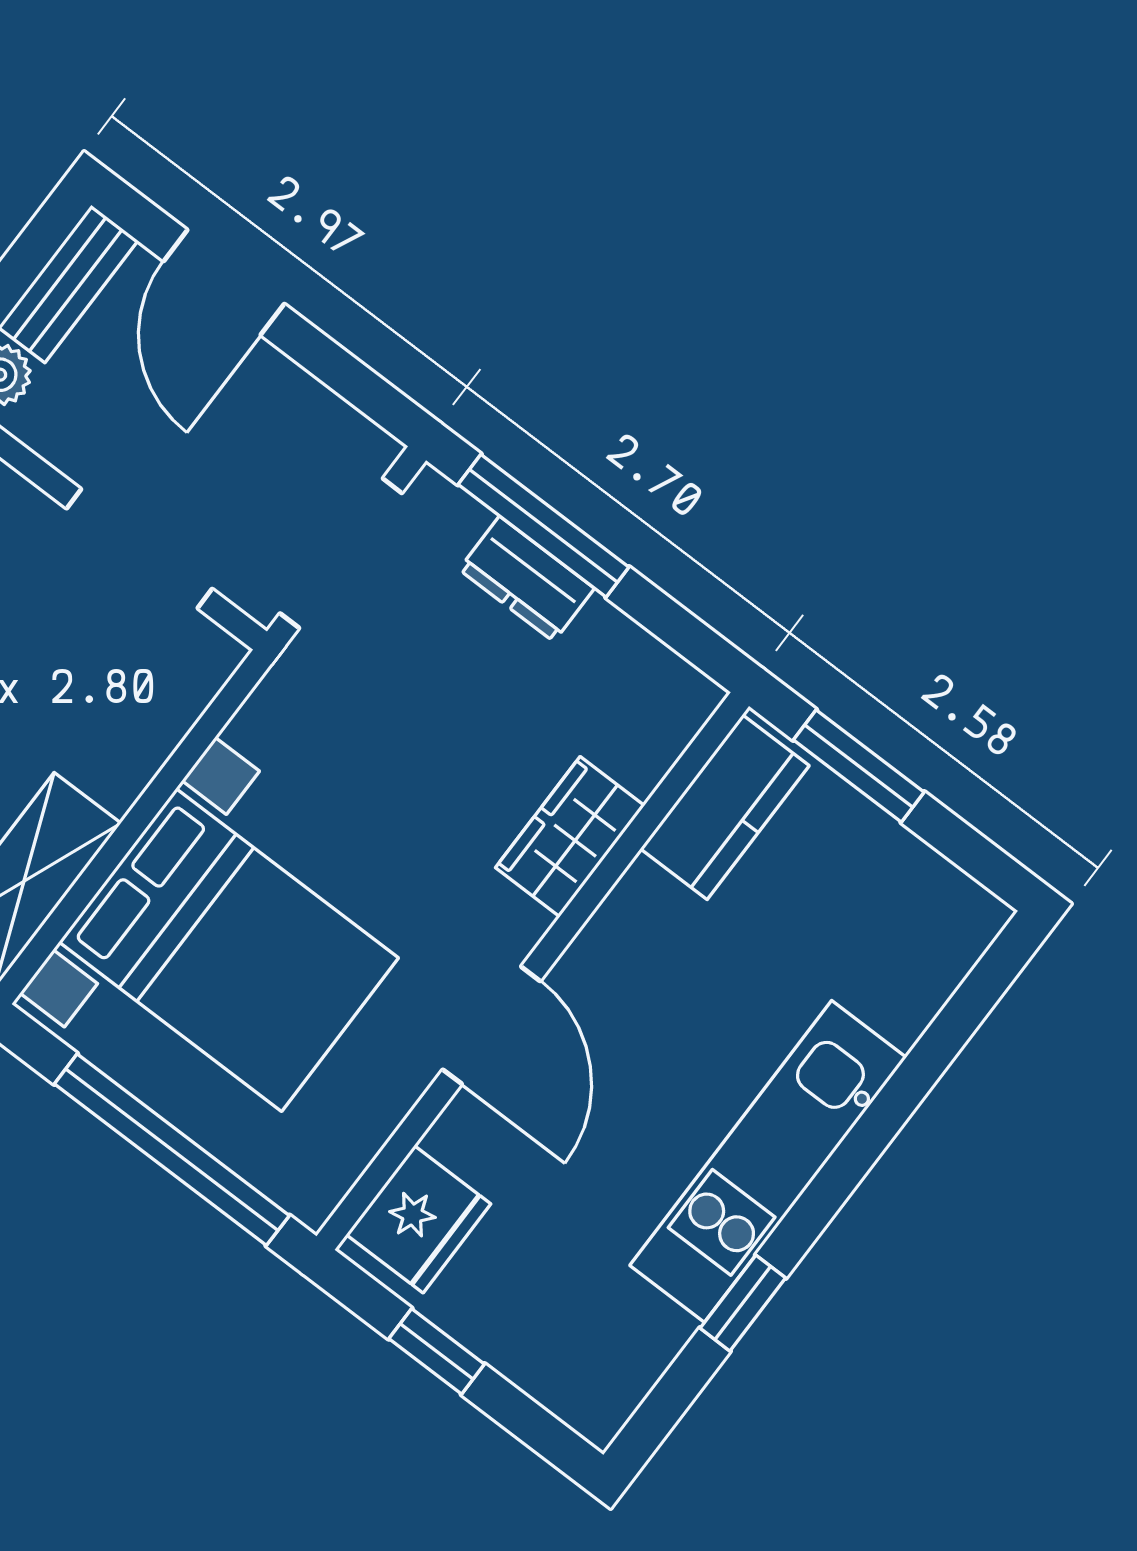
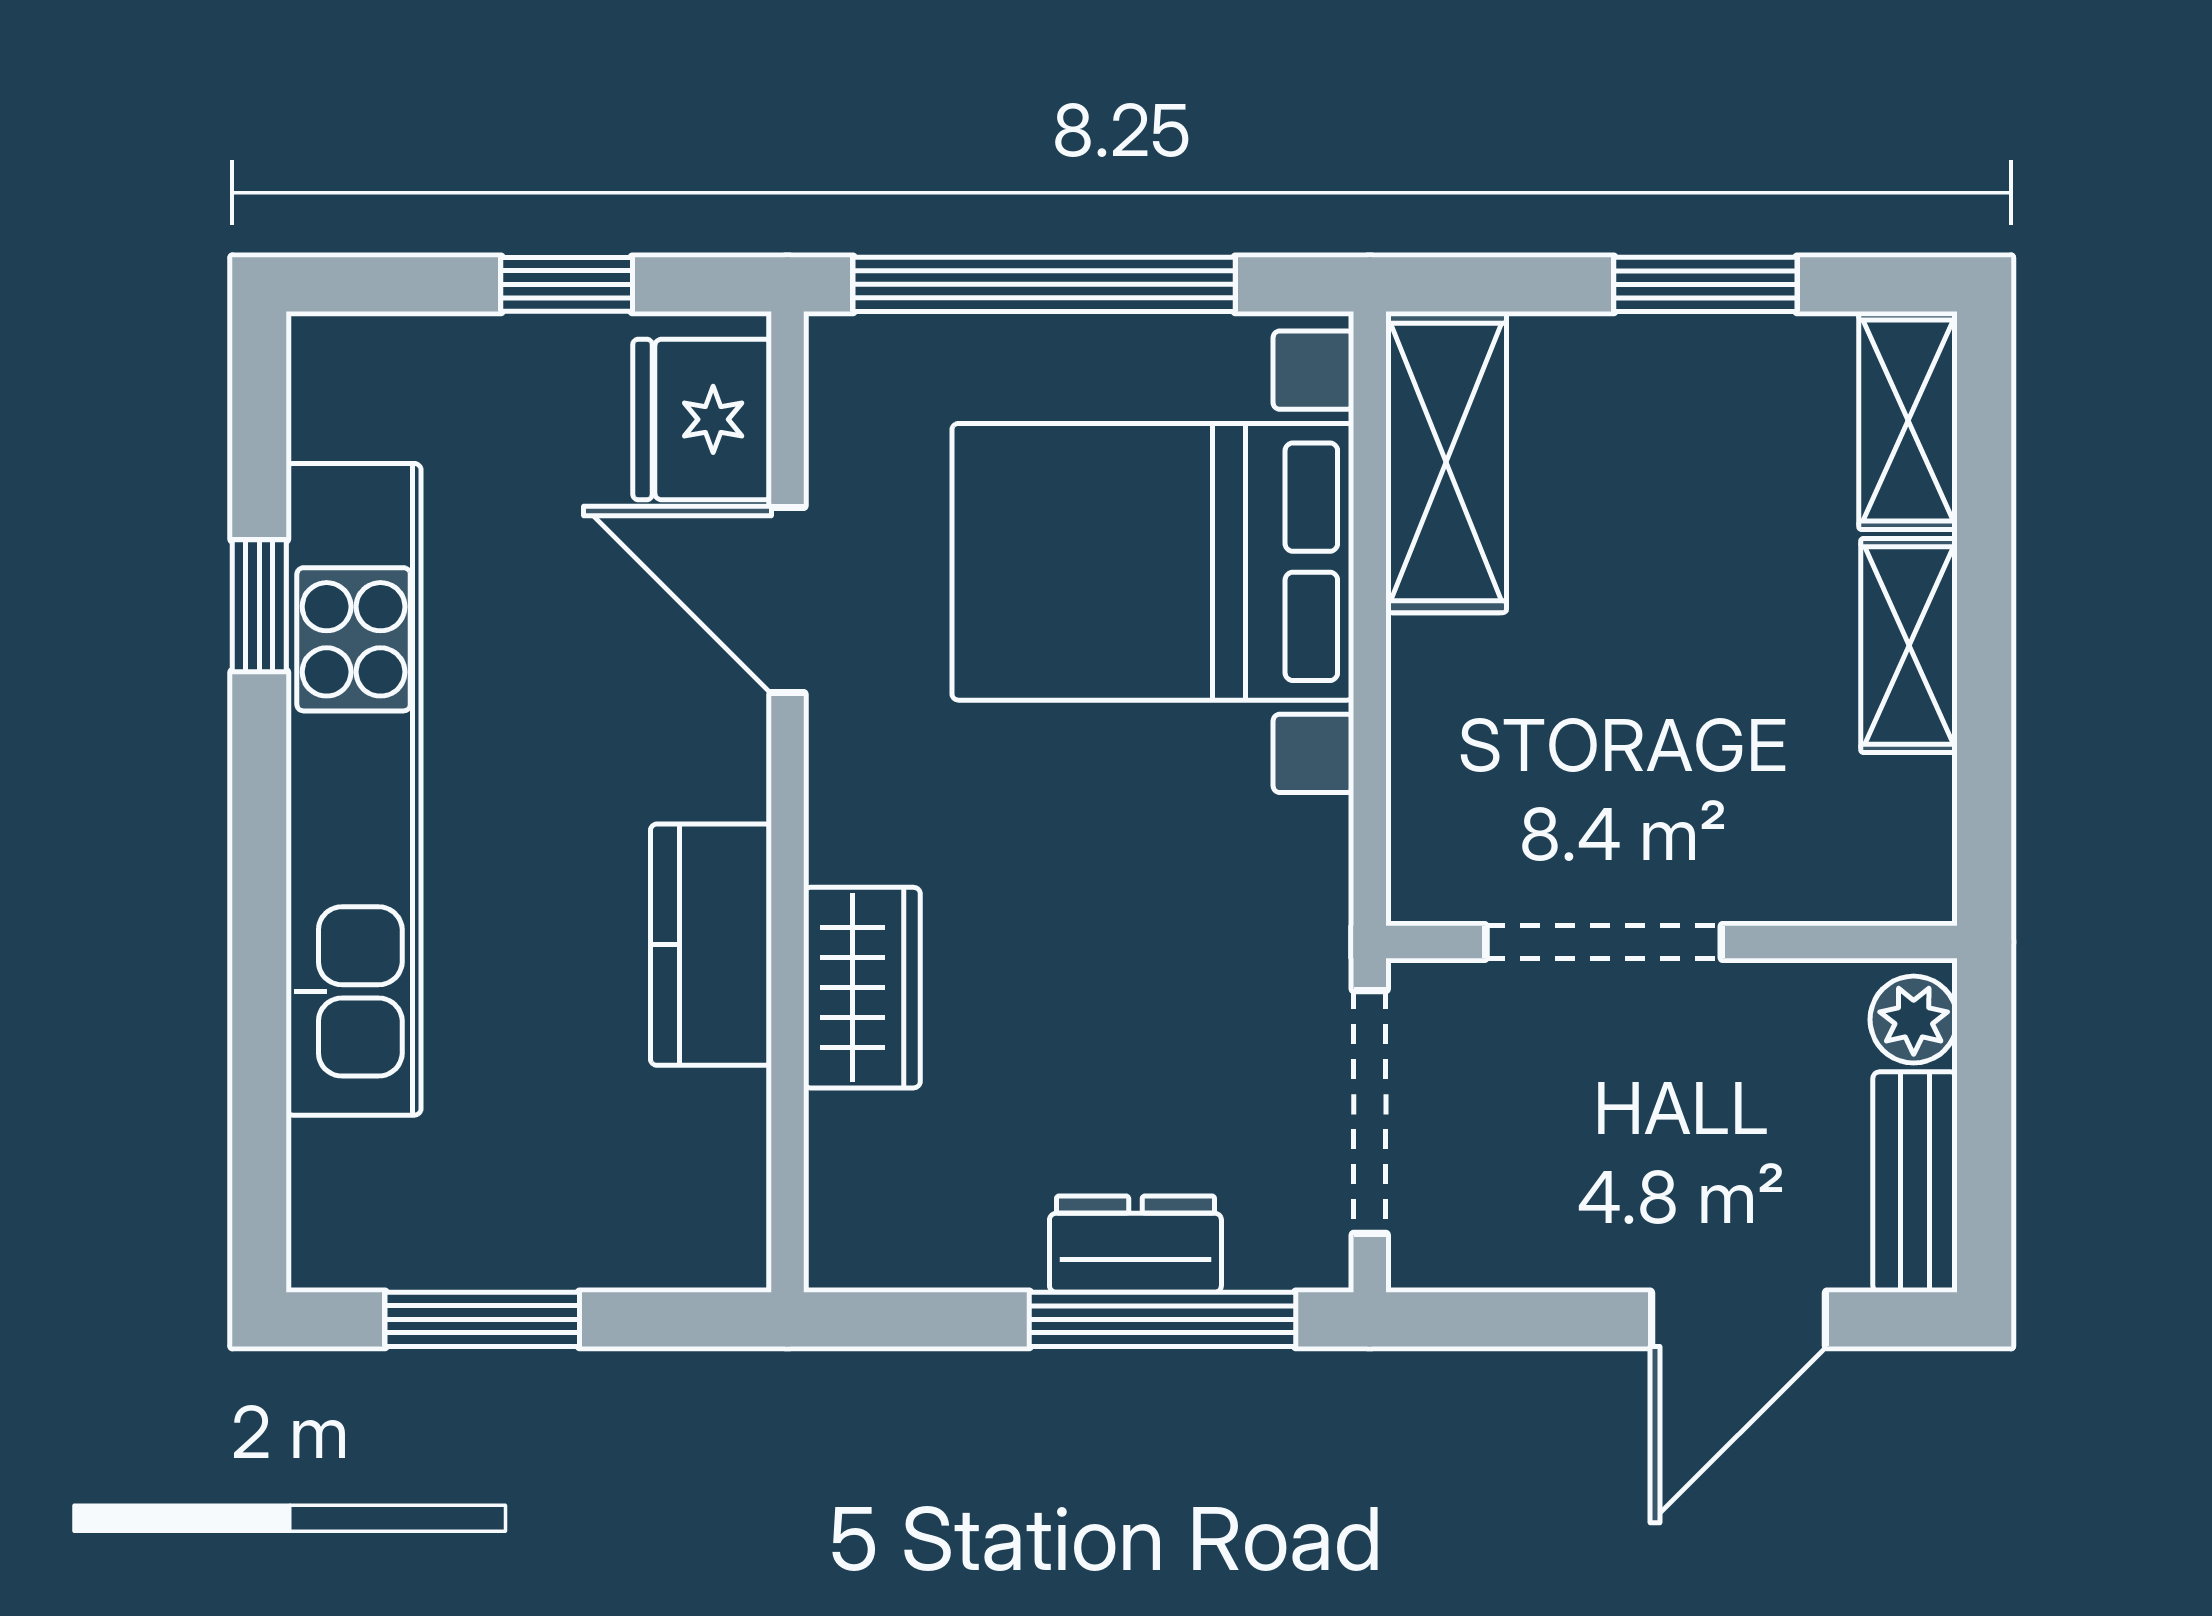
door: (224, 282) -> (1739, 1319), swing flipped
window: (859, 766) -> (482, 1319), moved
kitchen counter: (725, 807) -> (711, 945), moved
door: (491, 1025) -> (787, 600), moved
kitchen unit: (768, 1161) -> (354, 789), width x1.36

